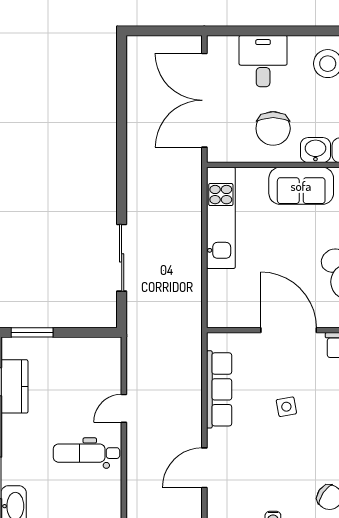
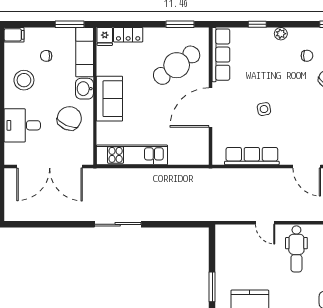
chair: (273, 128) -> (69, 118), turned -66
sliding door: (122, 258) -> (118, 224), moved

